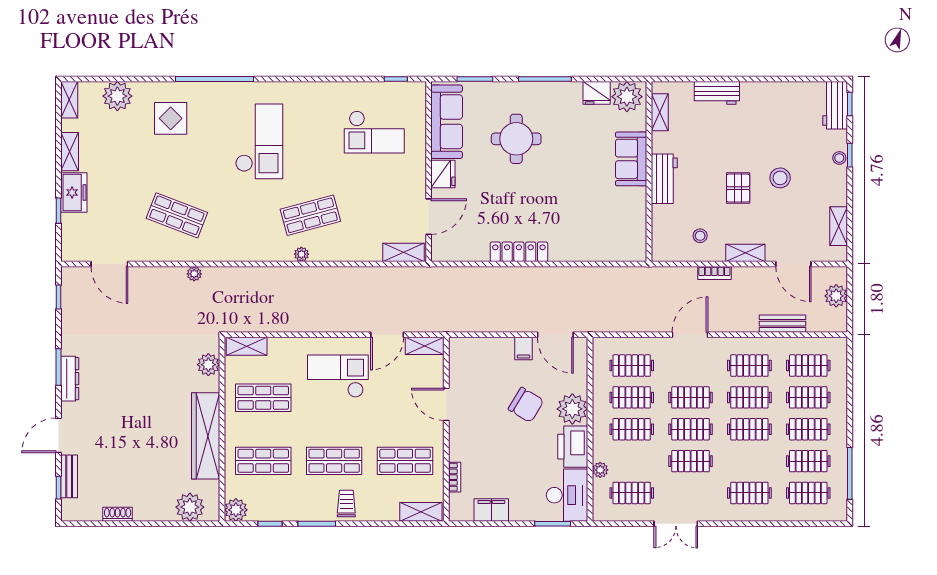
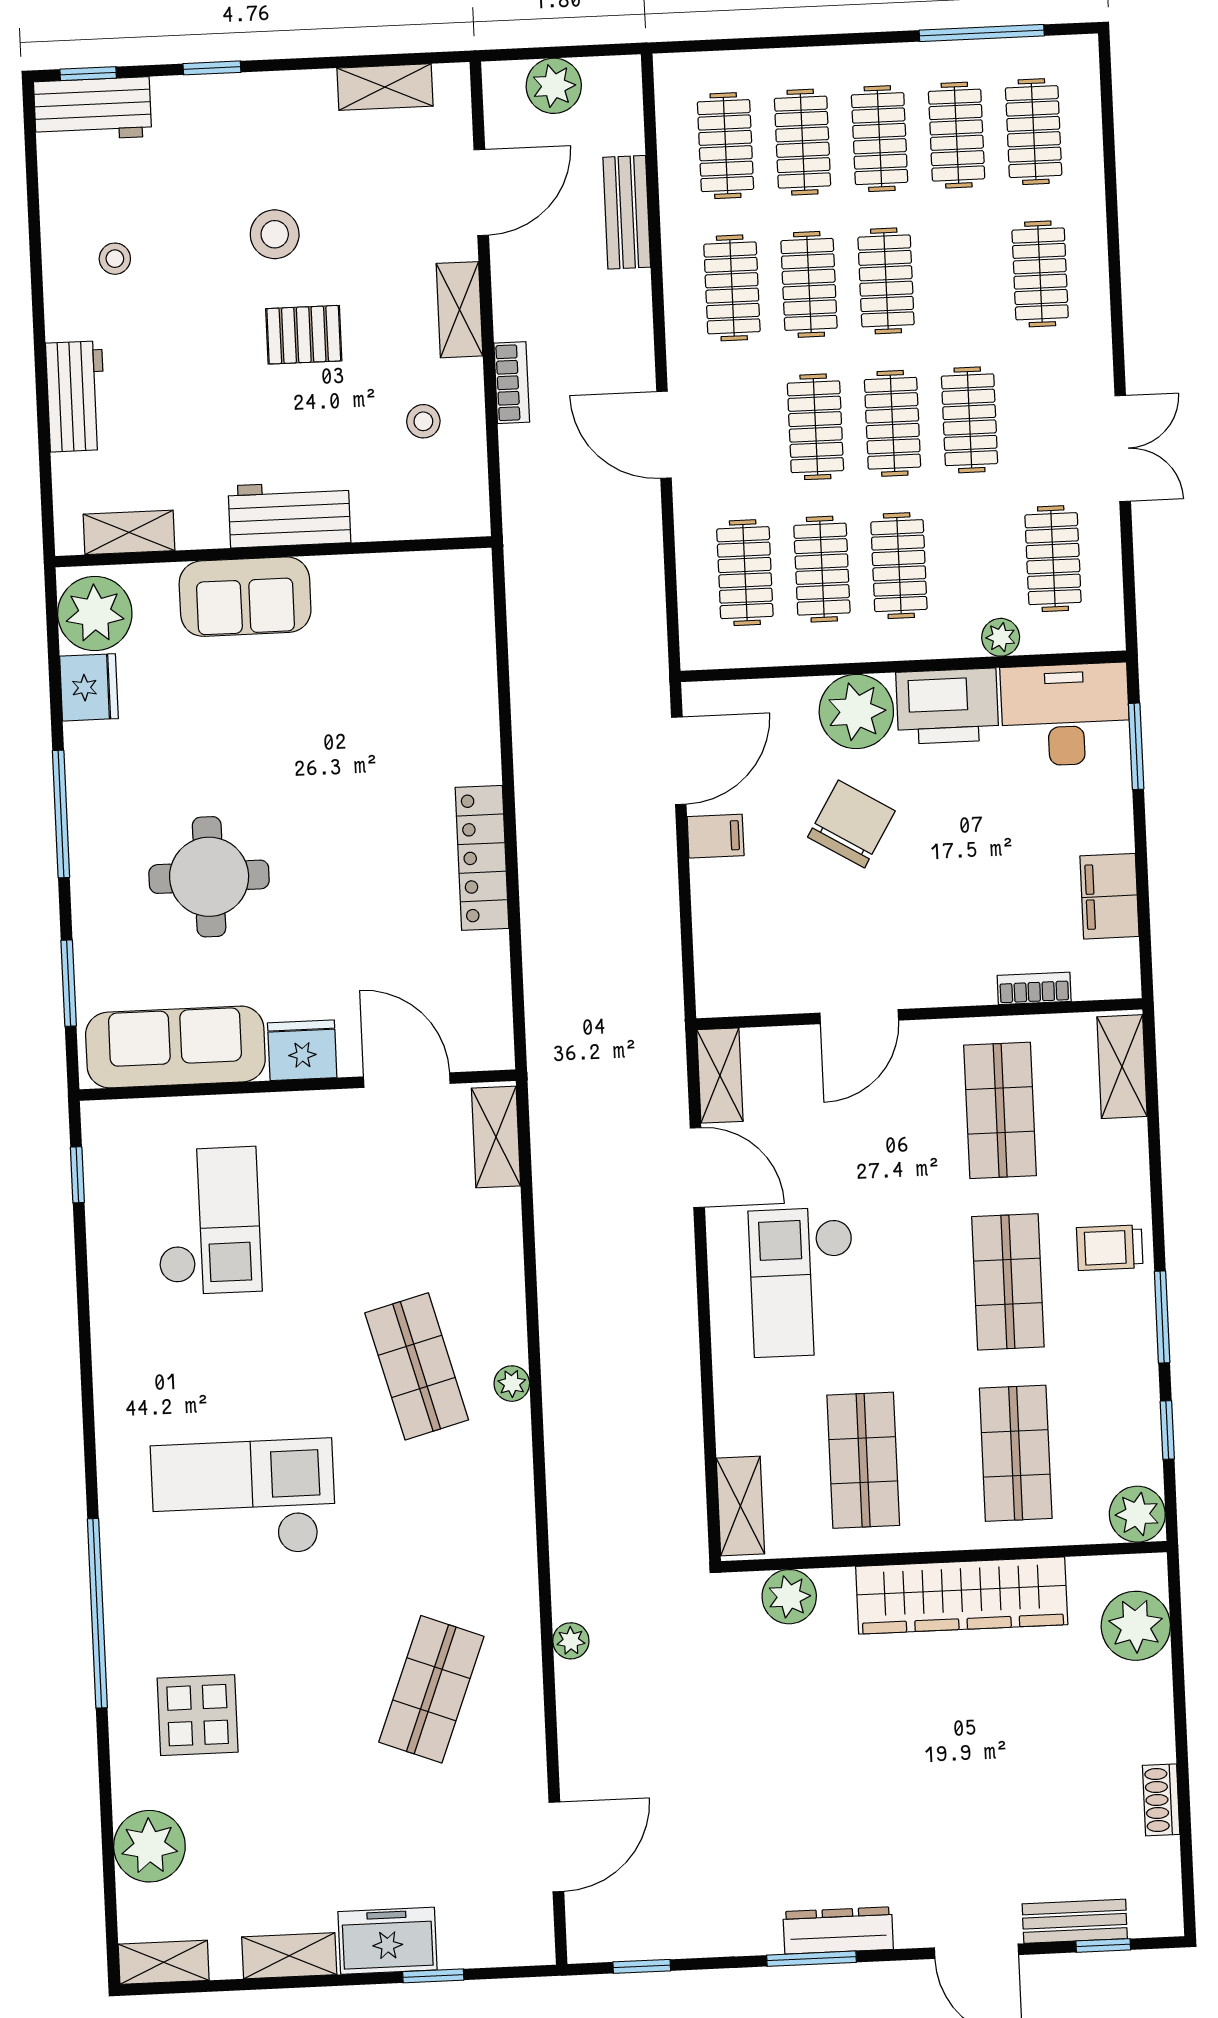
stool: (839, 158) -> (115, 259), moved

